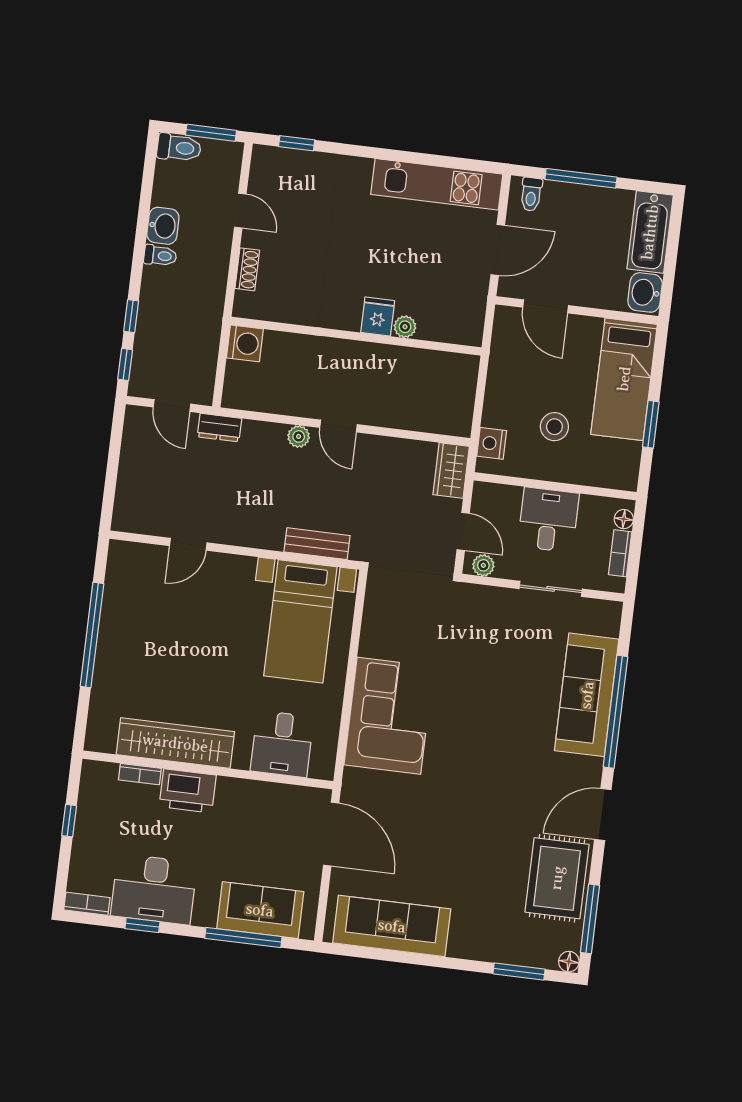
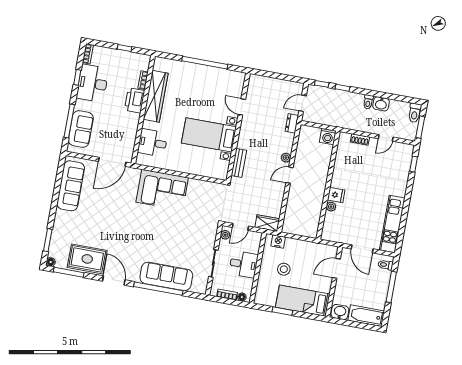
bed with nightstands: (300, 621) -> (209, 135), moved

